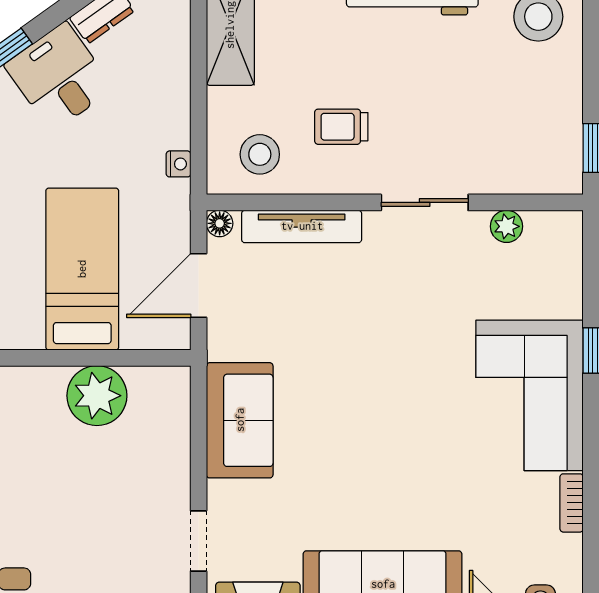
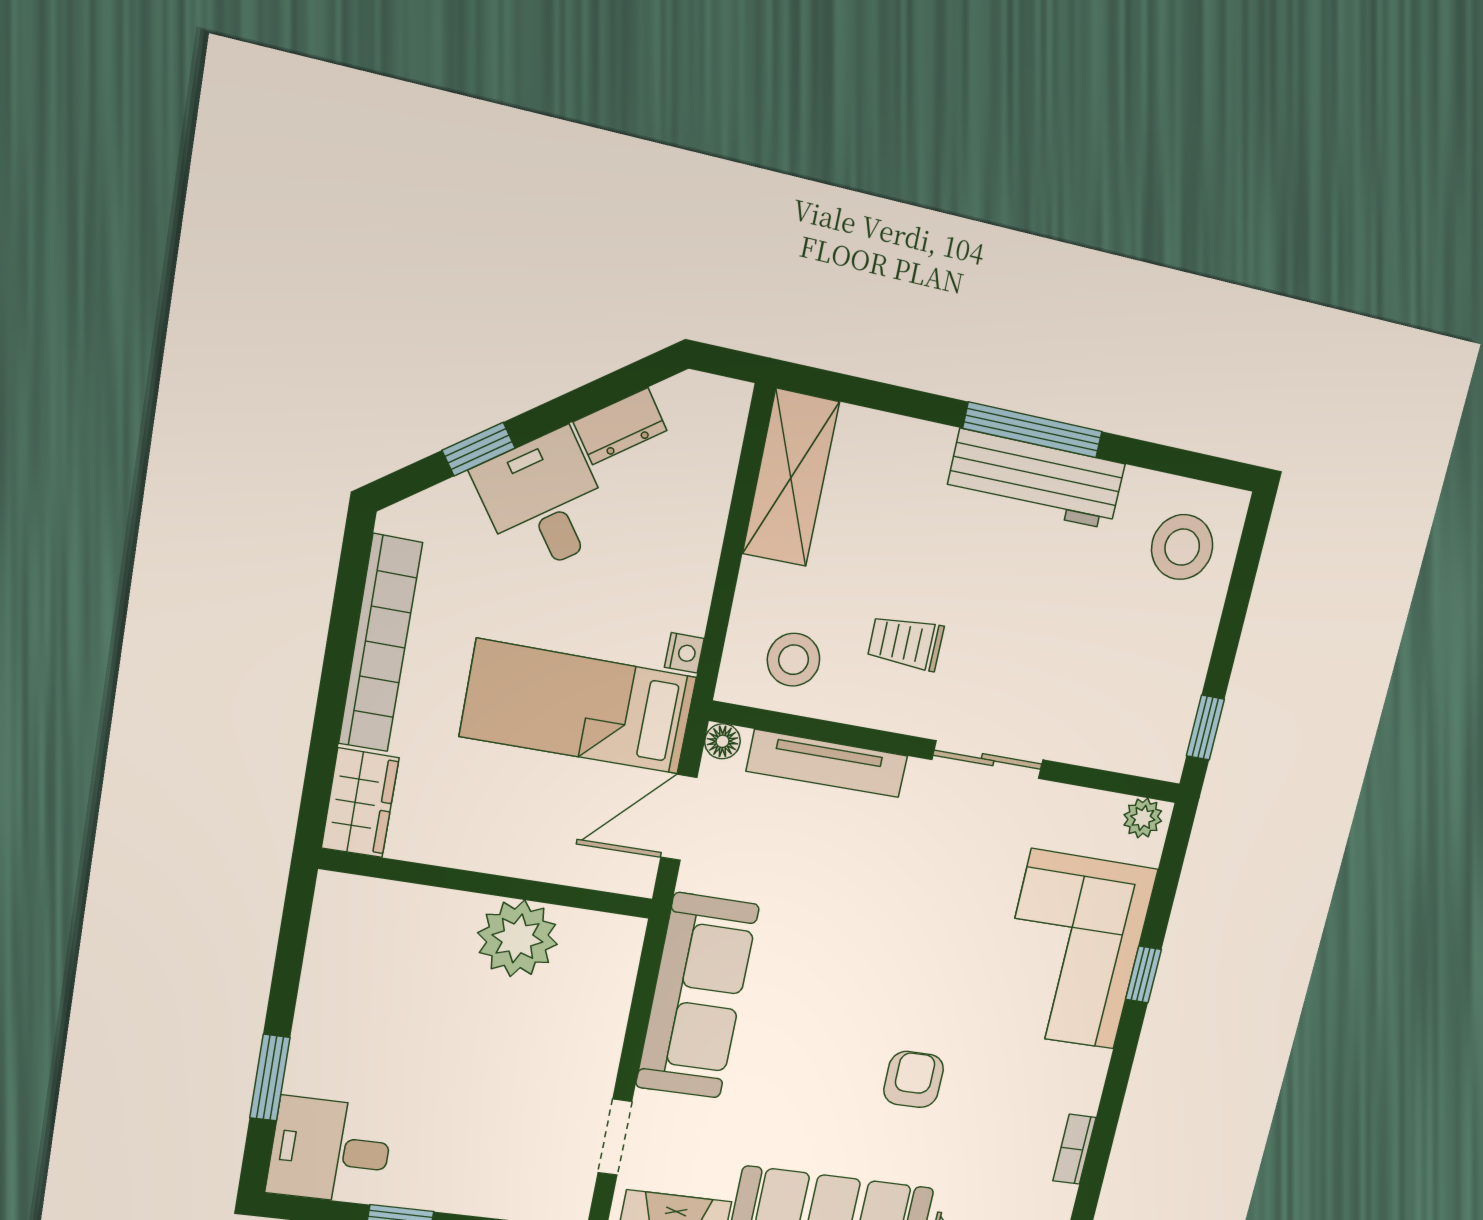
plant: (507, 226) -> (1143, 818), moved
bed: (82, 269) -> (579, 707), moved, turned -90
corner sofa: (530, 395) -> (1073, 950), moved
sofa: (240, 420) -> (697, 996), width x1.36
armchair: (424, 463) -> (914, 1079), added

